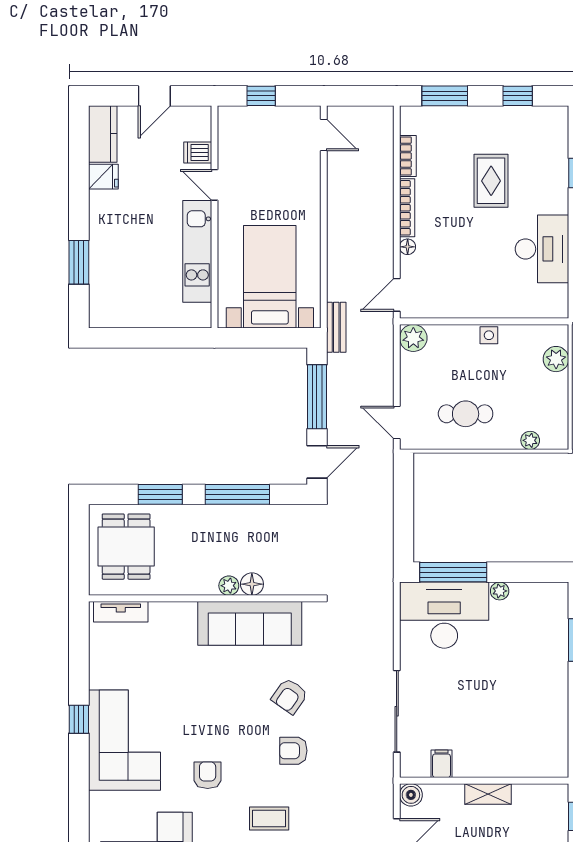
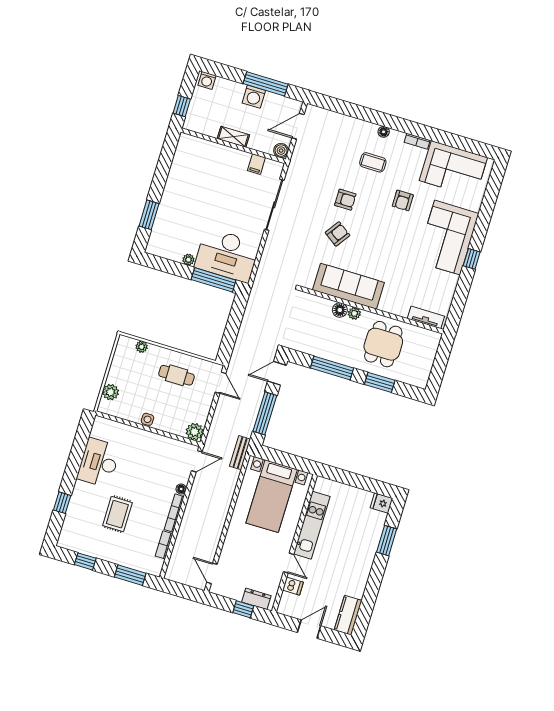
dresser: (246, 117) -> (256, 599), added
fridge: (103, 177) -> (381, 503), moved
dining table: (126, 547) -> (383, 344), moved

